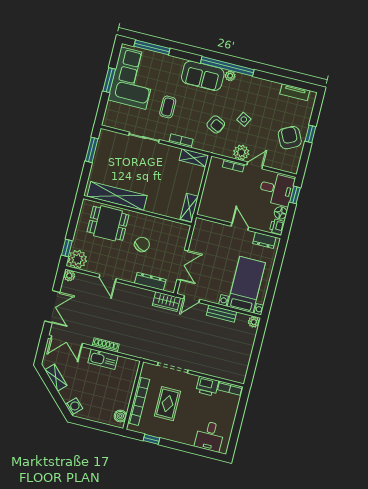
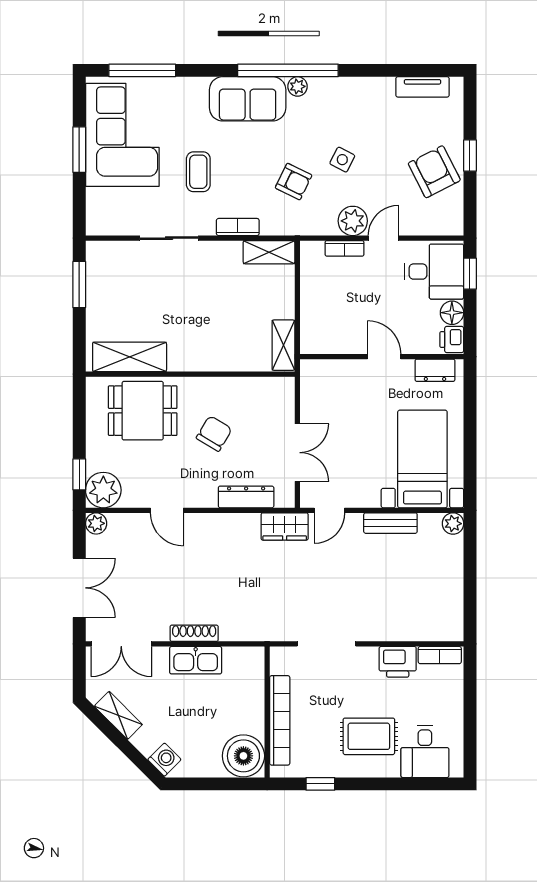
shelving: (117, 196) -> (130, 357), width x0.68
rug: (167, 404) -> (369, 736), moved, turned 90
boiler: (120, 416) -> (243, 756), width x1.86, depth x1.86

